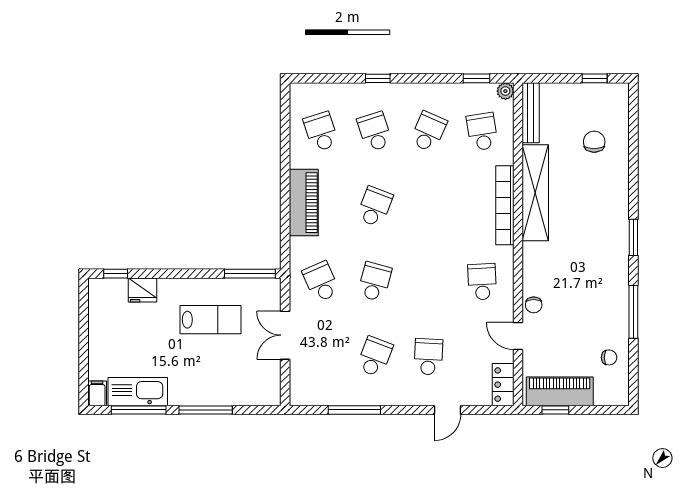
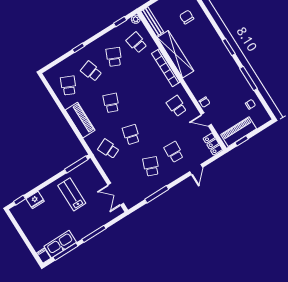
school desk: (321, 132) -> (69, 86), turned 42
lab bench: (210, 320) -> (72, 194), turned -90
double door: (285, 335) -> (116, 194), moved

